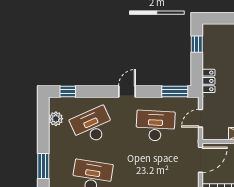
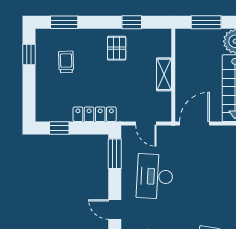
locker: (208, 81) -> (95, 114), width x1.53
door: (201, 160) -> (195, 124), hinge flipped

